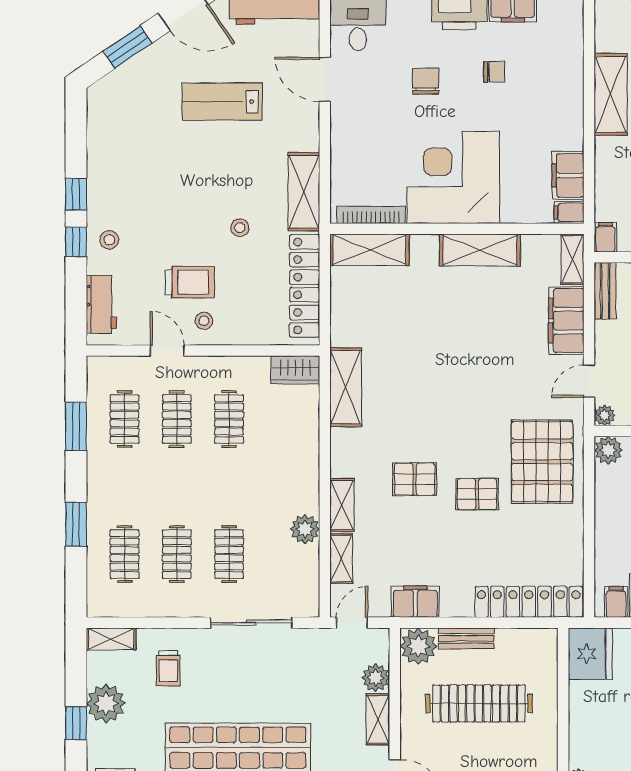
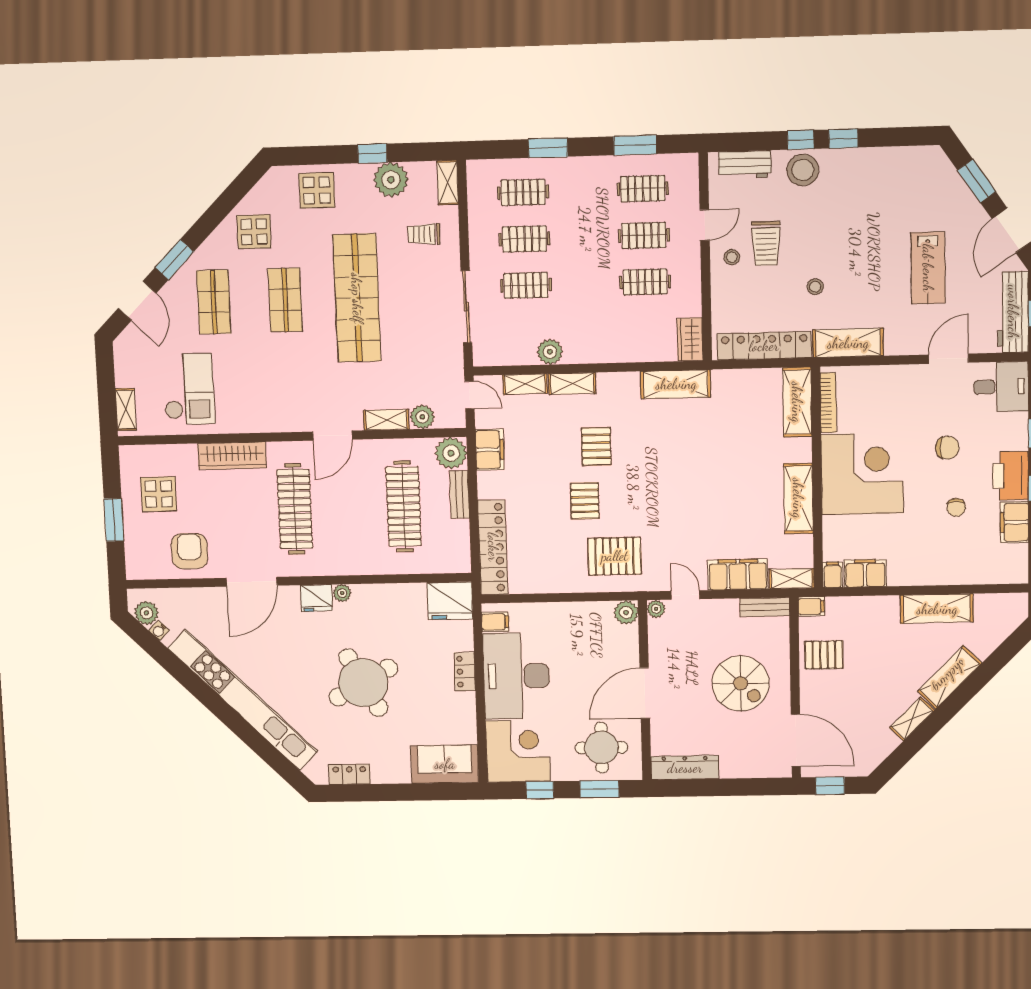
lab bench: (222, 102) -> (928, 268), turned 180
stool: (109, 240) -> (803, 170), width x1.89, depth x1.89
pallet: (542, 462) -> (615, 556), width x0.73, depth x0.71

